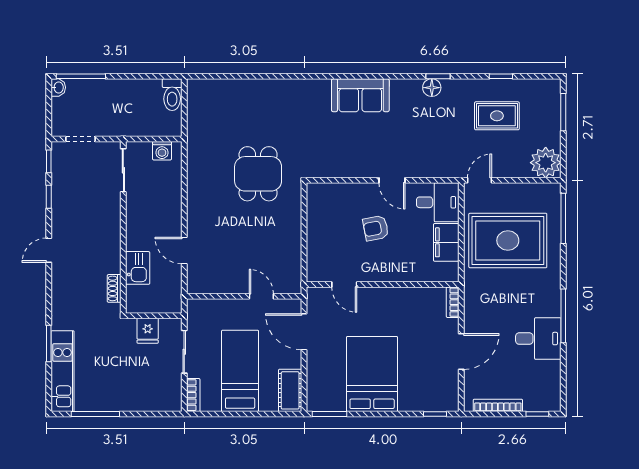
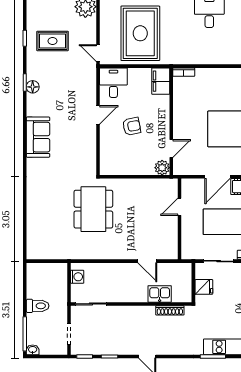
toilet: (172, 95) -> (38, 306), moved
rug: (497, 116) -> (53, 41), turned 90
dining table: (258, 174) -> (93, 209), width x1.38
armchair: (376, 228) -> (132, 126), turned -90
filing cabinet: (446, 242) -> (161, 81), moved, turned 90
door: (184, 251) -> (147, 261), hinge flipped
plant: (317, 271) -> (162, 168), added
shoe rack: (114, 288) -> (170, 310), width x1.43
door: (304, 332) -> (218, 177), moved
door: (461, 351) -> (218, 66), removed

